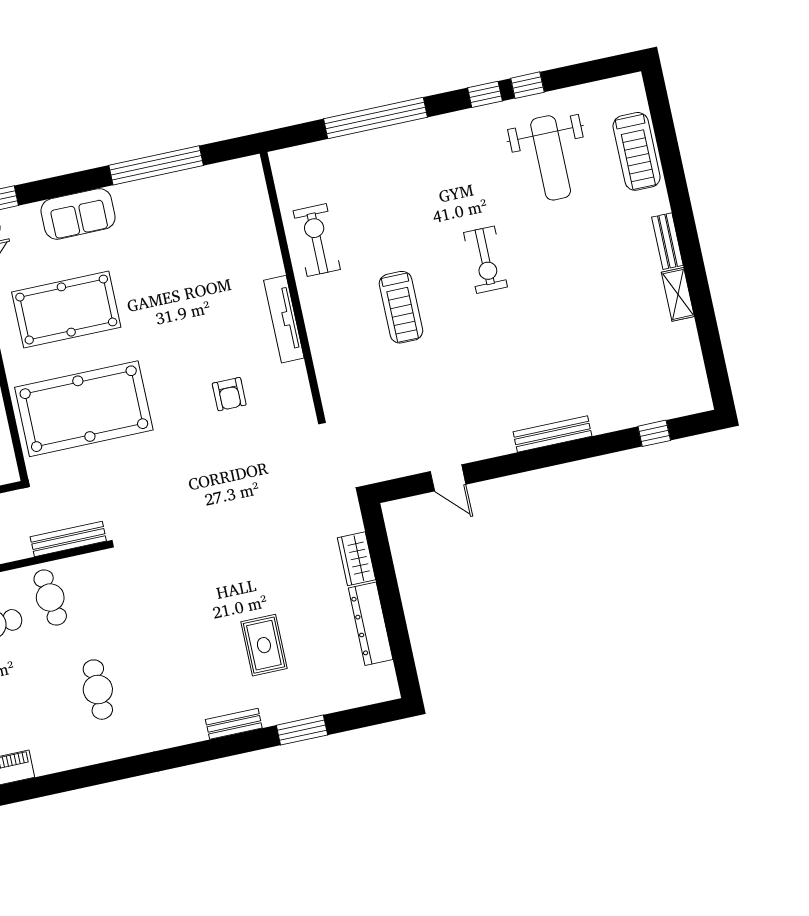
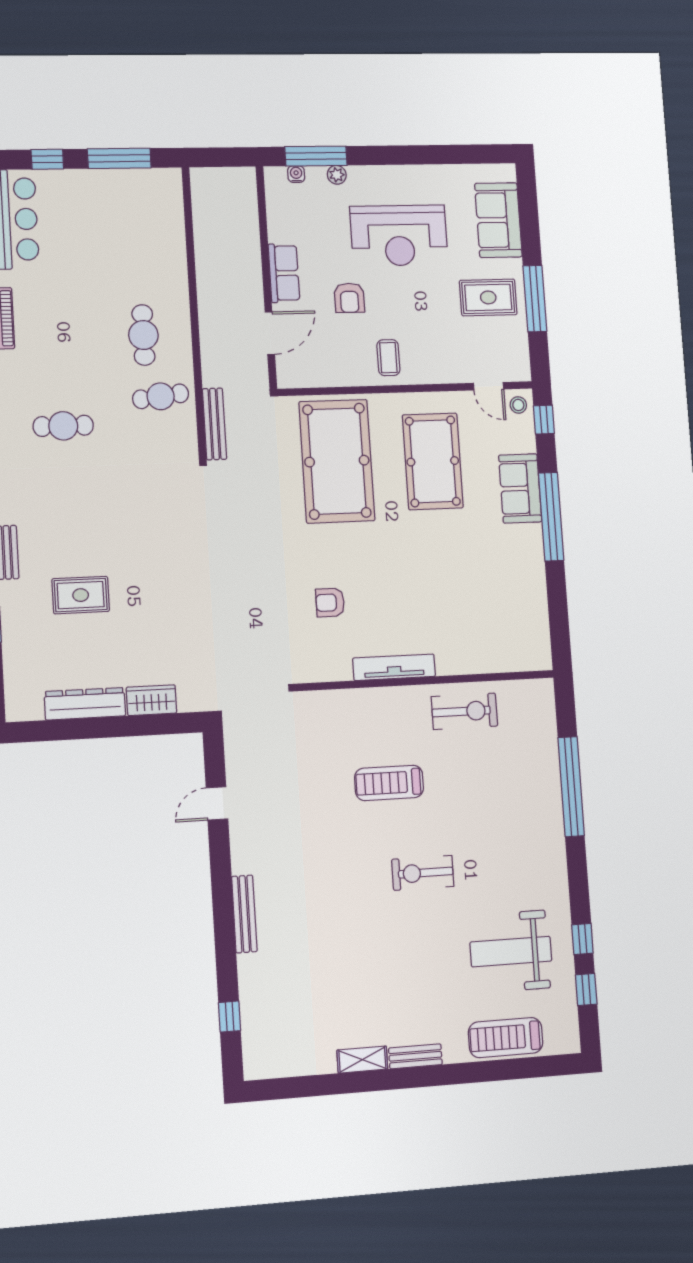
window: (485, 94) -> (586, 989), moved
window: (156, 165) -> (551, 517), moved

